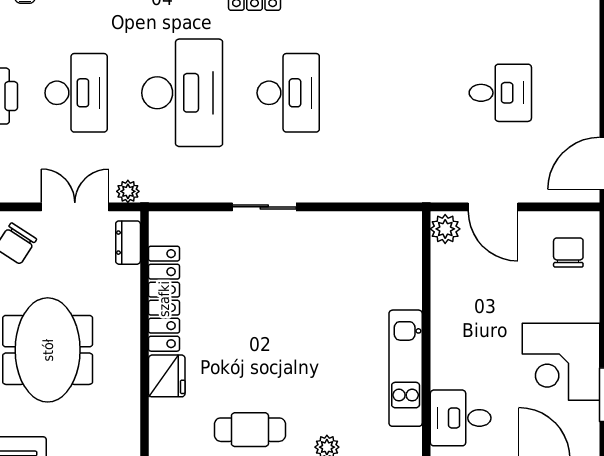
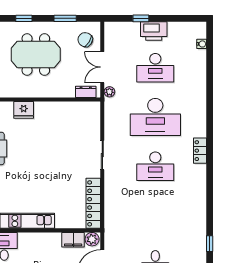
double door: (75, 207) -> (102, 67), swing flipped
filing cabinet: (446, 270) -> (73, 240), added
locker: (164, 299) -> (93, 203), moved, turned 90

